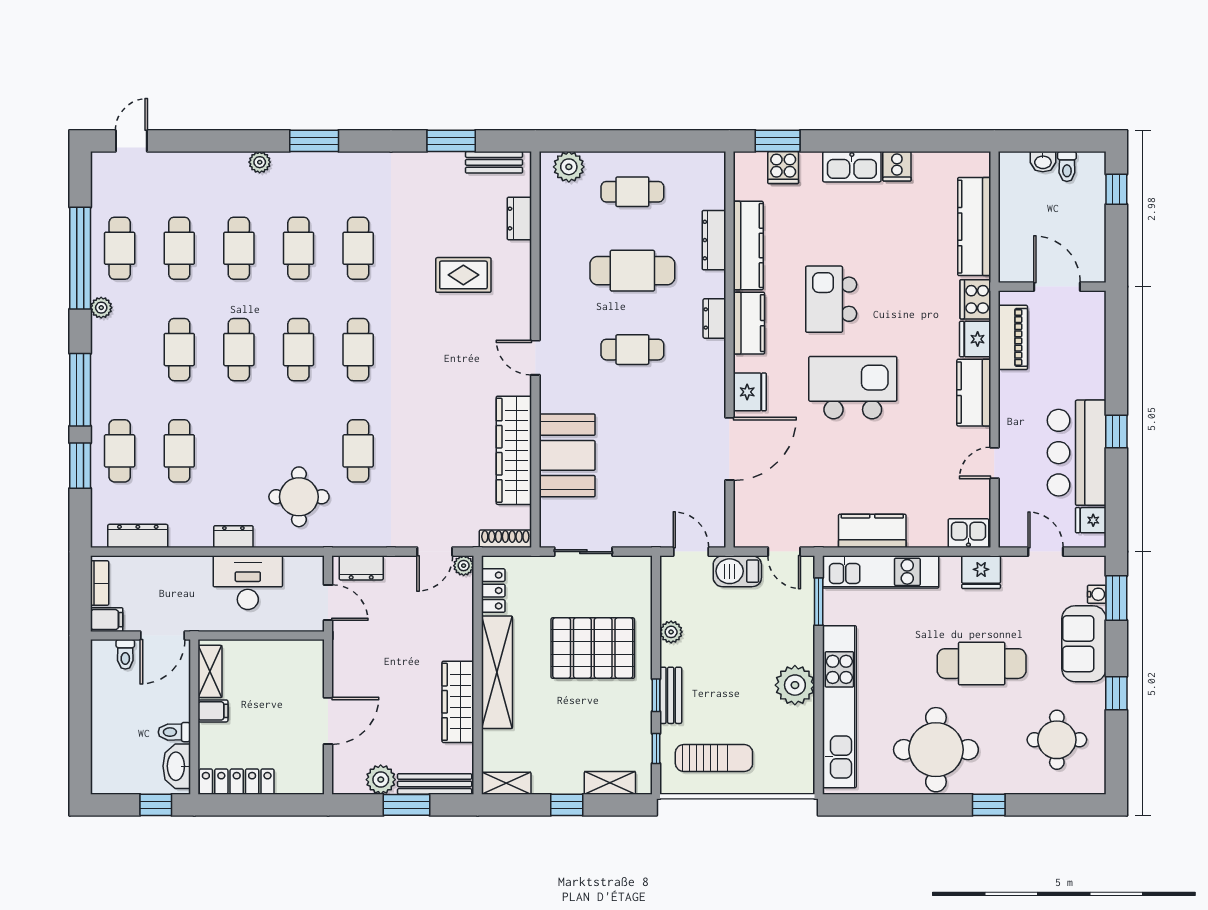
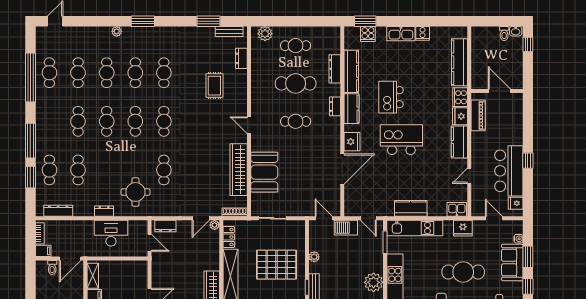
washbasin: (1043, 162) -> (516, 31), moved
rug: (463, 275) -> (214, 86), turned 90
plant: (101, 308) -> (41, 101), removed
window: (1116, 598) -> (528, 257), moved

